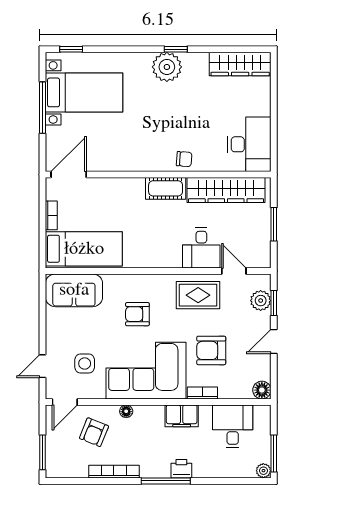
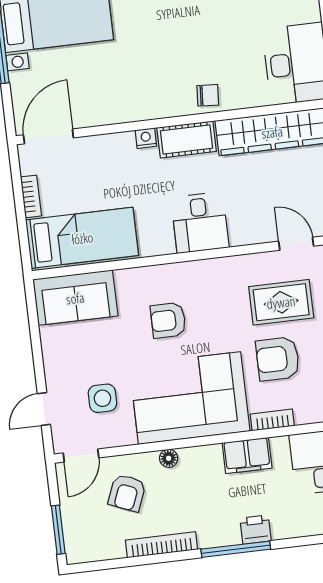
nightstand: (137, 184) -> (146, 138), added
desk: (201, 248) -> (200, 223), moved
rug: (198, 295) -> (281, 302), moved

